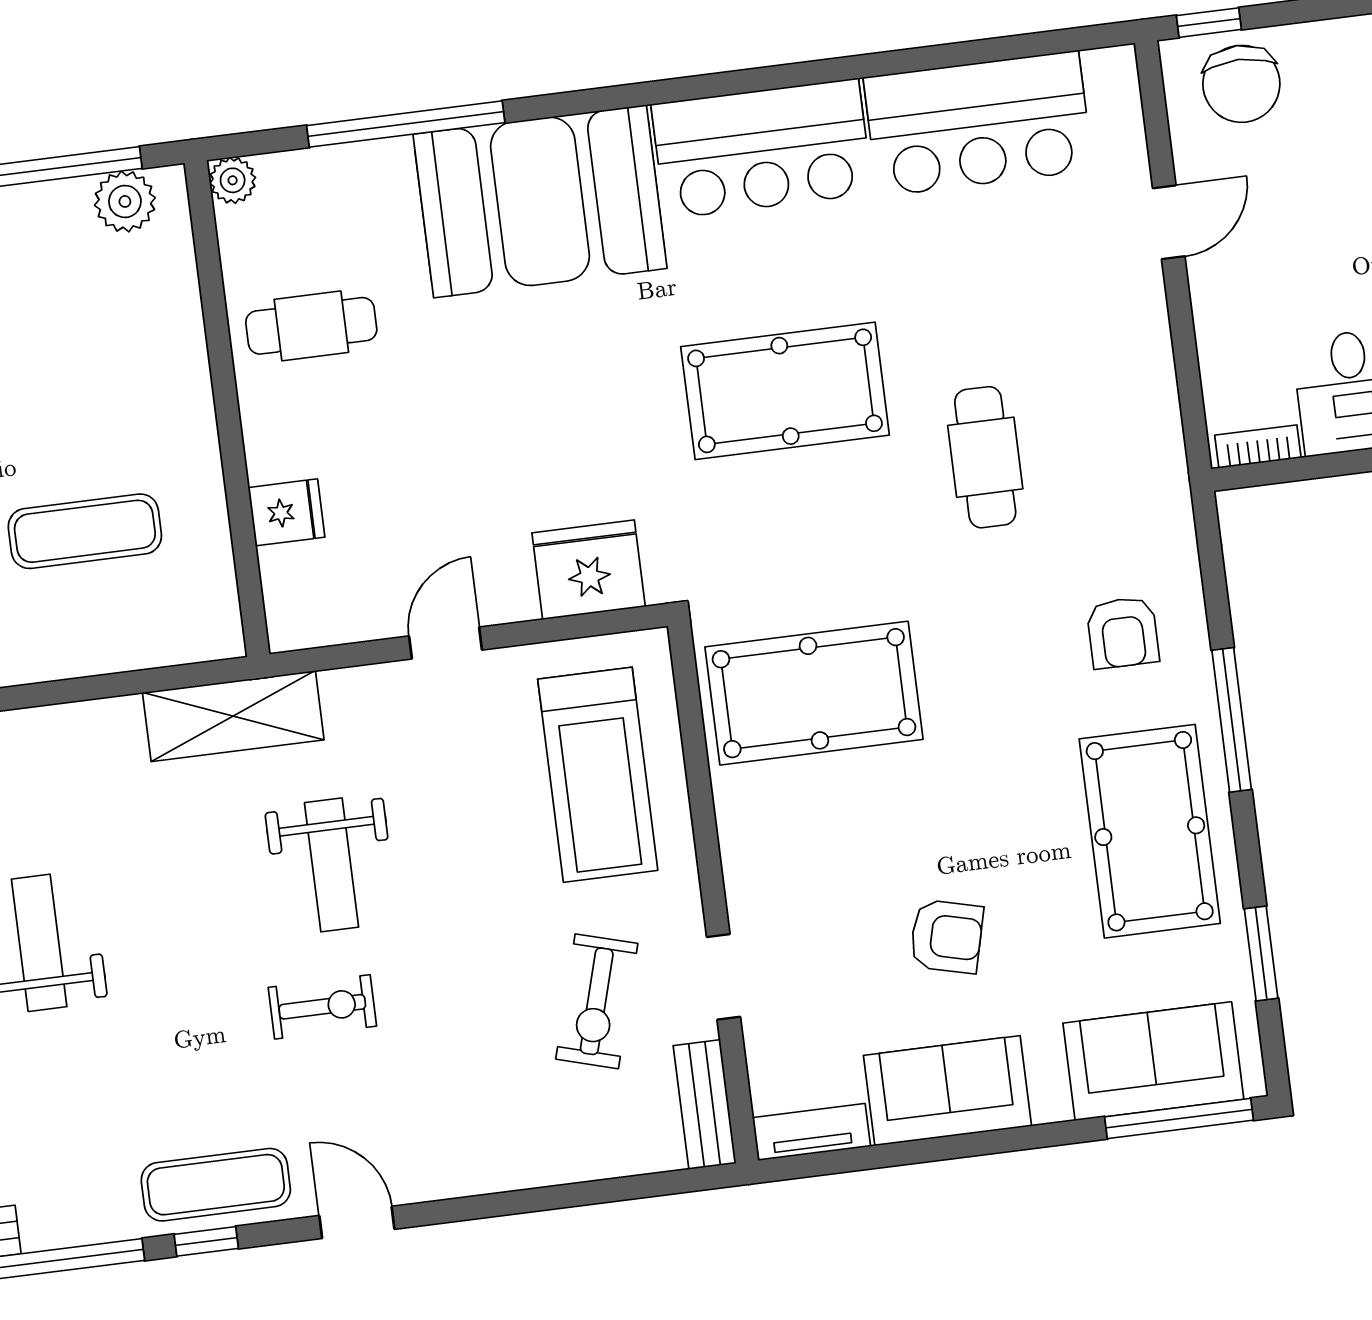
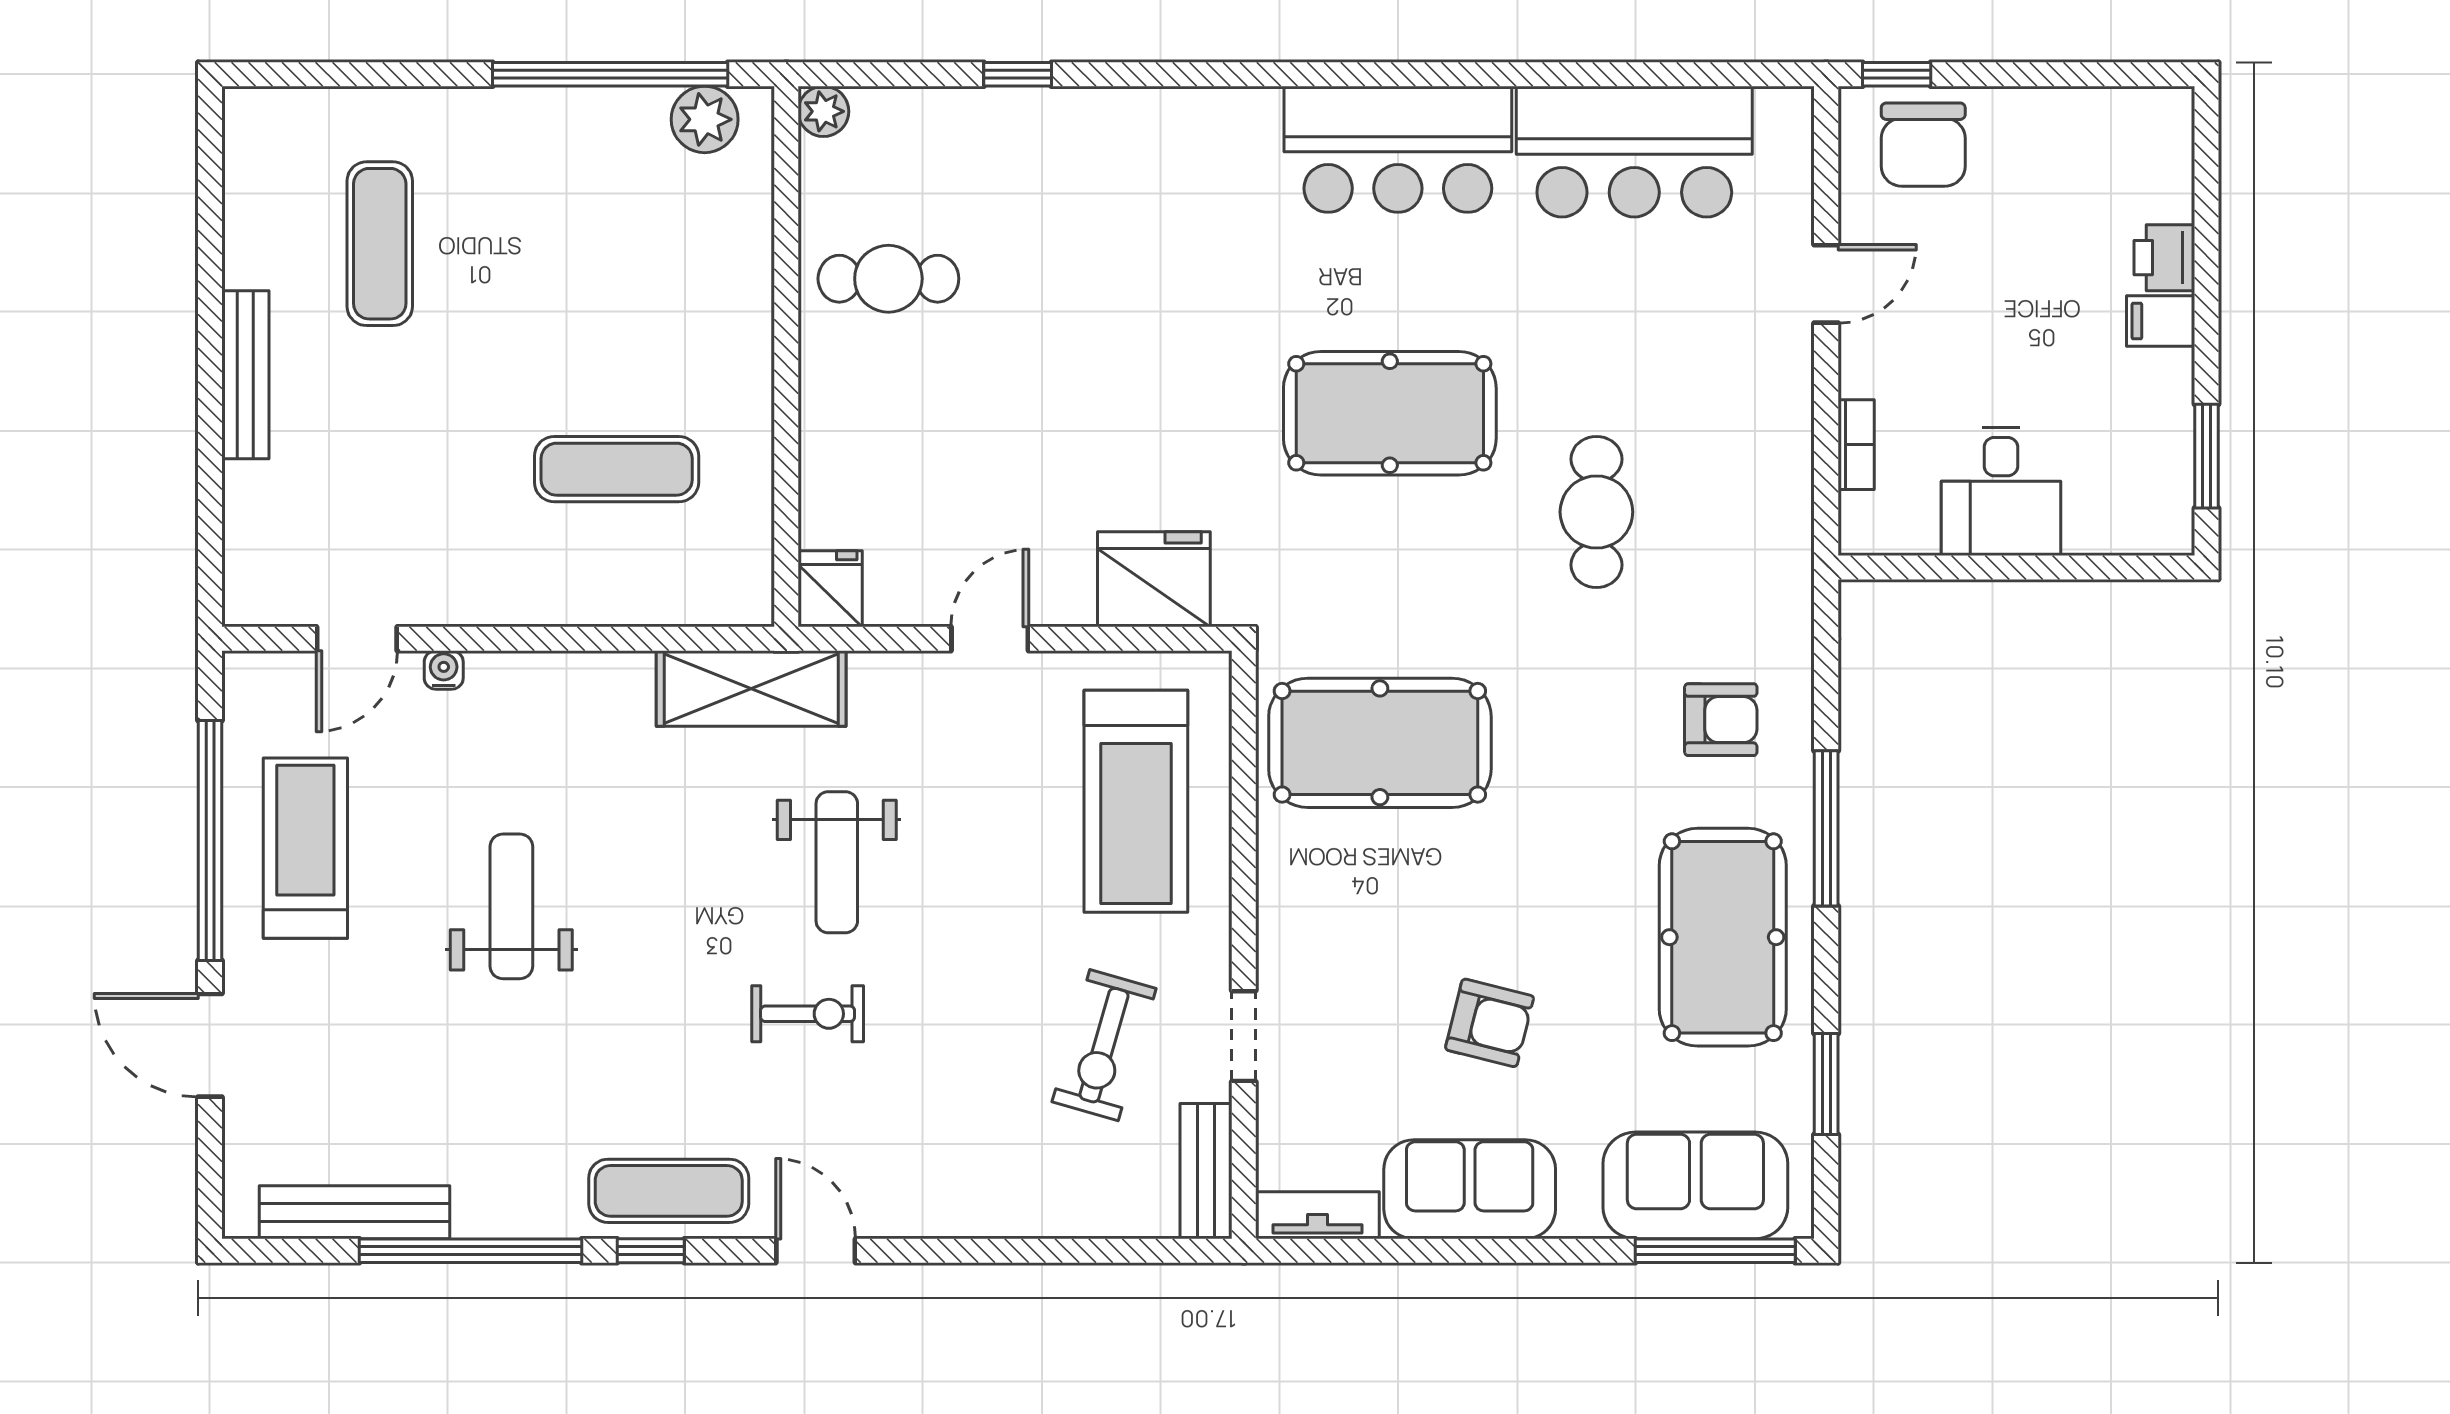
window: (406, 124) -> (1018, 74), width x0.32
booth: (540, 201) -> (1152, 176), removed
bookcase: (1258, 446) -> (1856, 445), moved, turned 90
fridge: (286, 512) -> (830, 589), moved, turned -90
armchair: (1123, 633) -> (1721, 720), turned -90

